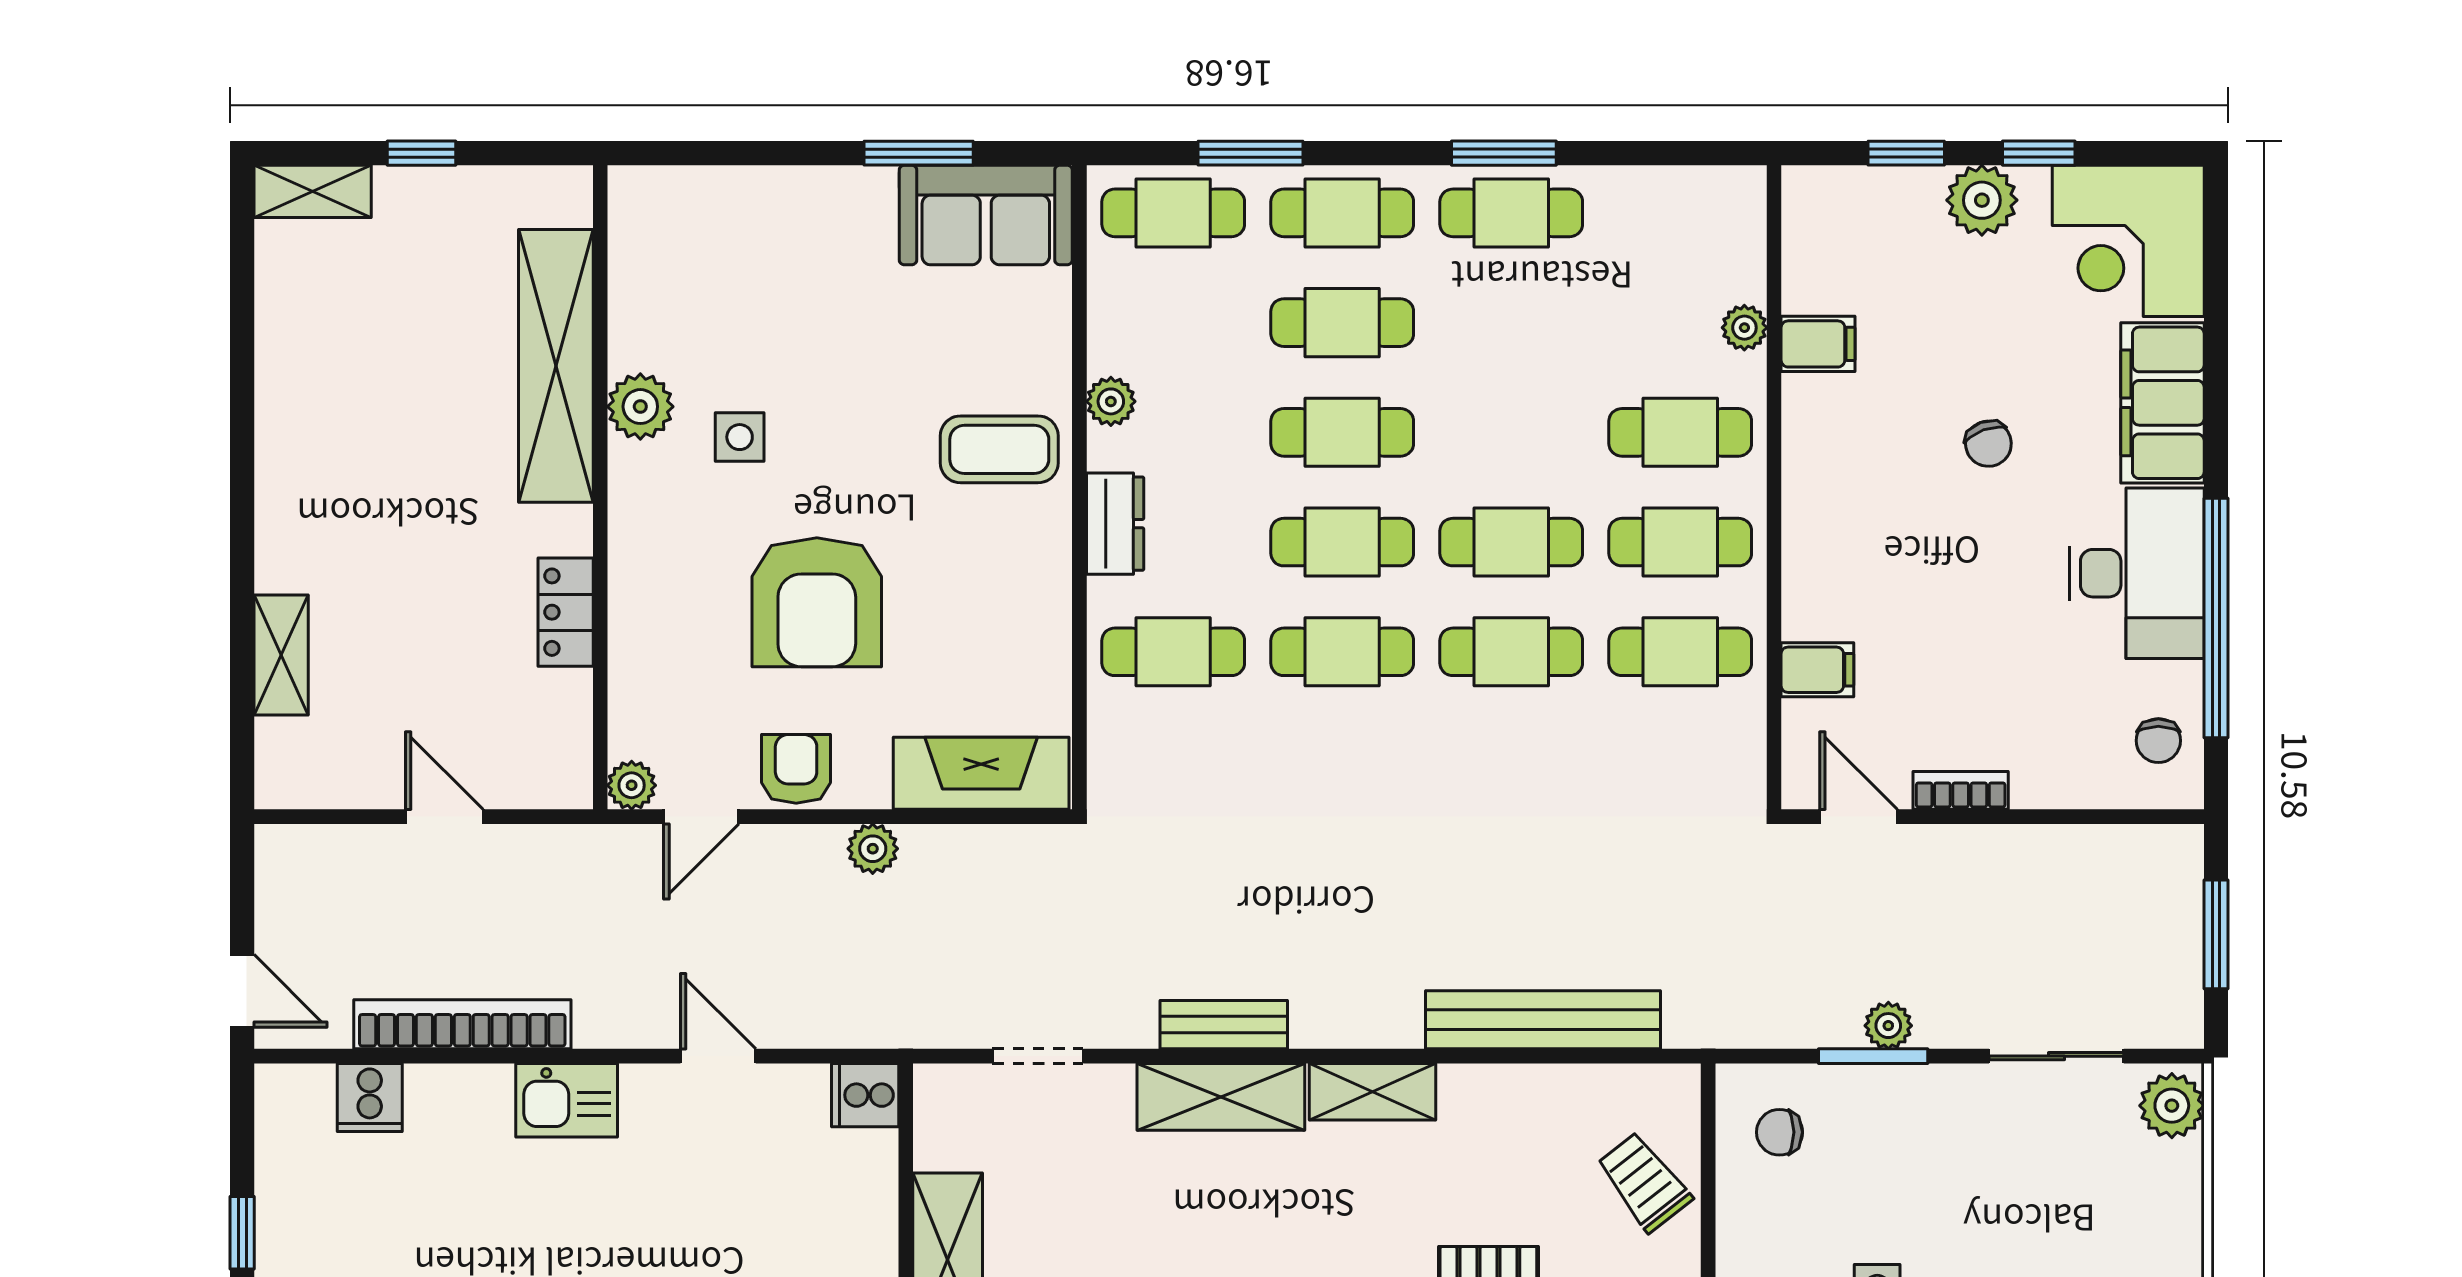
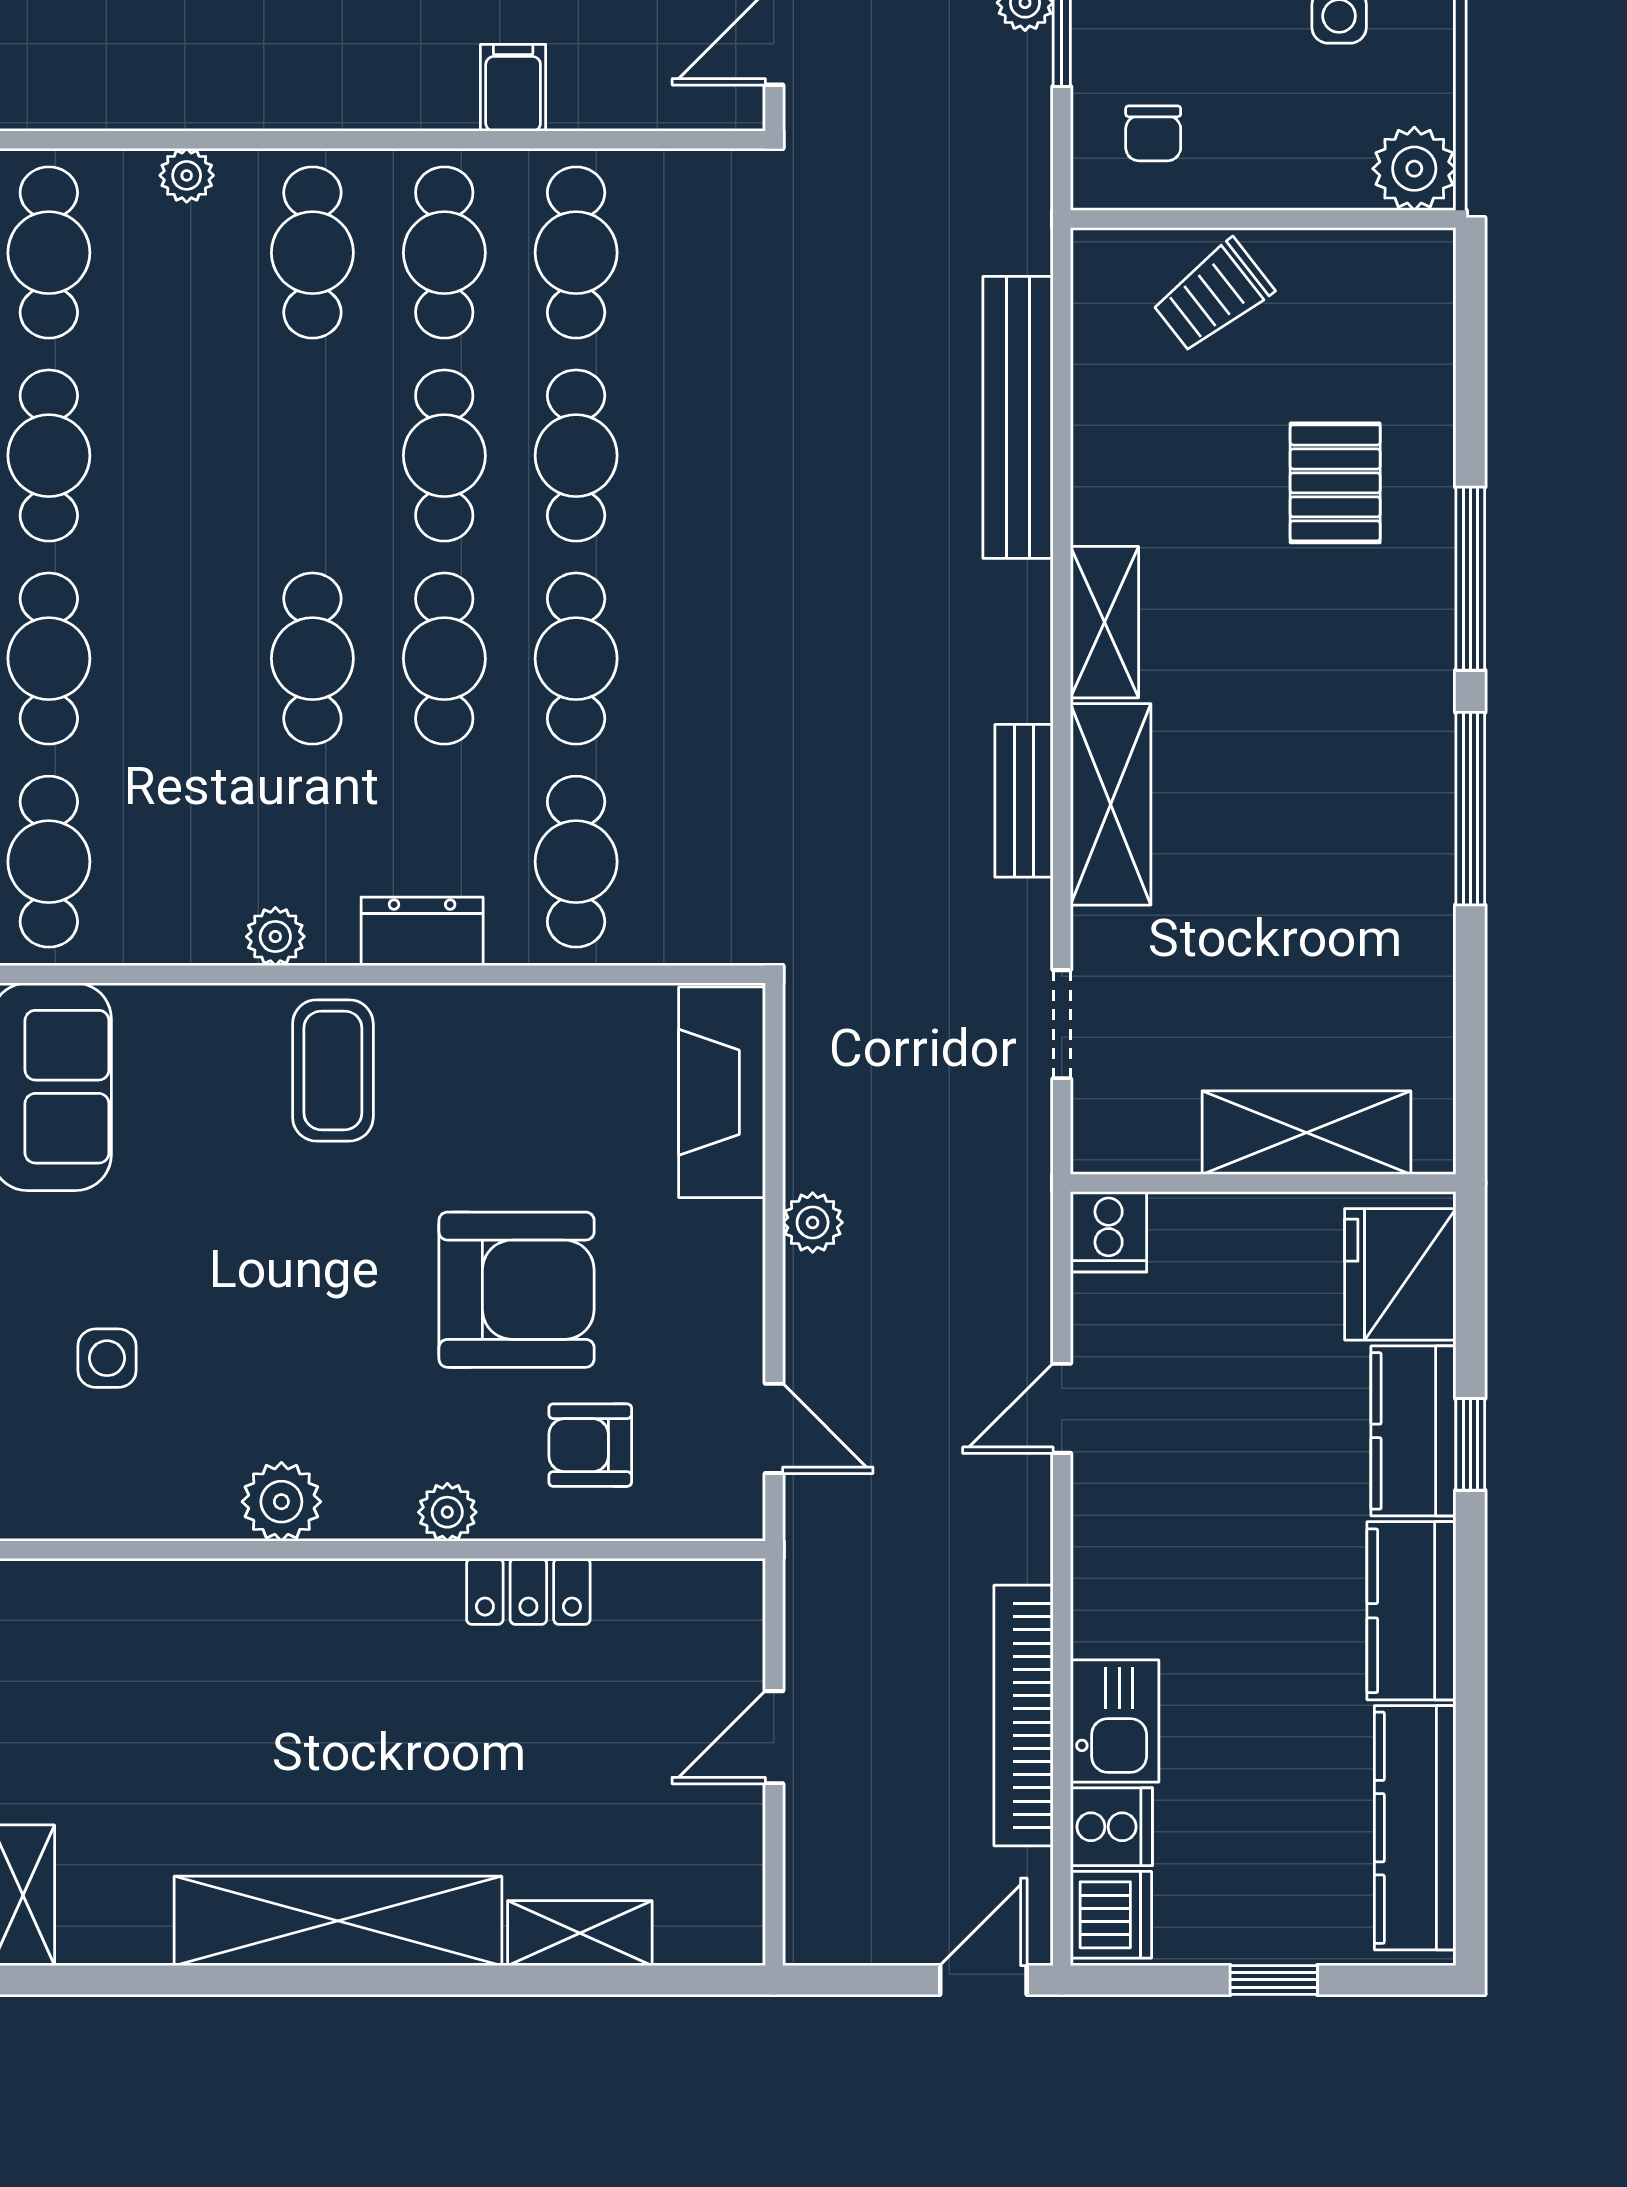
cafe table: (1342, 323) -> (49, 253), moved
filing cabinet: (1818, 344) -> (206, 87), removed
shelving: (556, 366) -> (338, 1921), moved
side table: (740, 437) -> (107, 1358), moved
filing cabinet: (1817, 670) -> (513, 88), moved
armchair: (796, 769) -> (590, 1445), moved
plant: (632, 785) -> (447, 1512), moved
dishwasher: (296, 1097) -> (1111, 1915), added
kitchen sink: (567, 1100) -> (1115, 1721), moved

